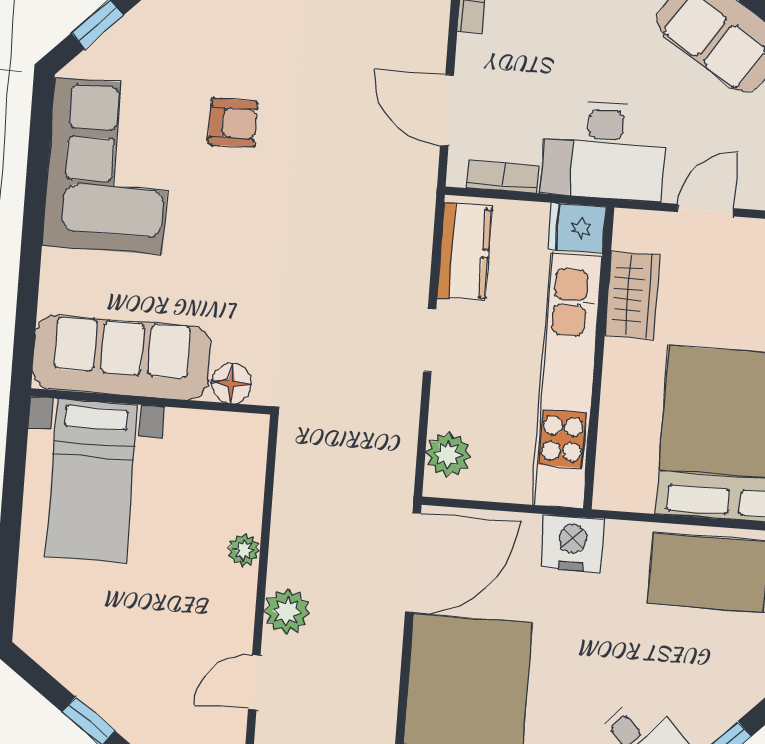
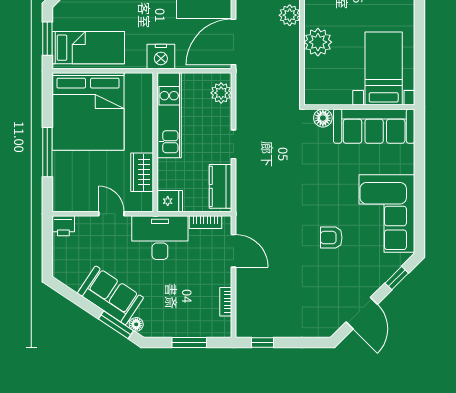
door: (706, 210) -> (111, 214), swing flipped
kitchen unit: (567, 381) -> (169, 115), width x0.73
plant: (244, 550) -> (318, 42), width x1.88, depth x1.88

